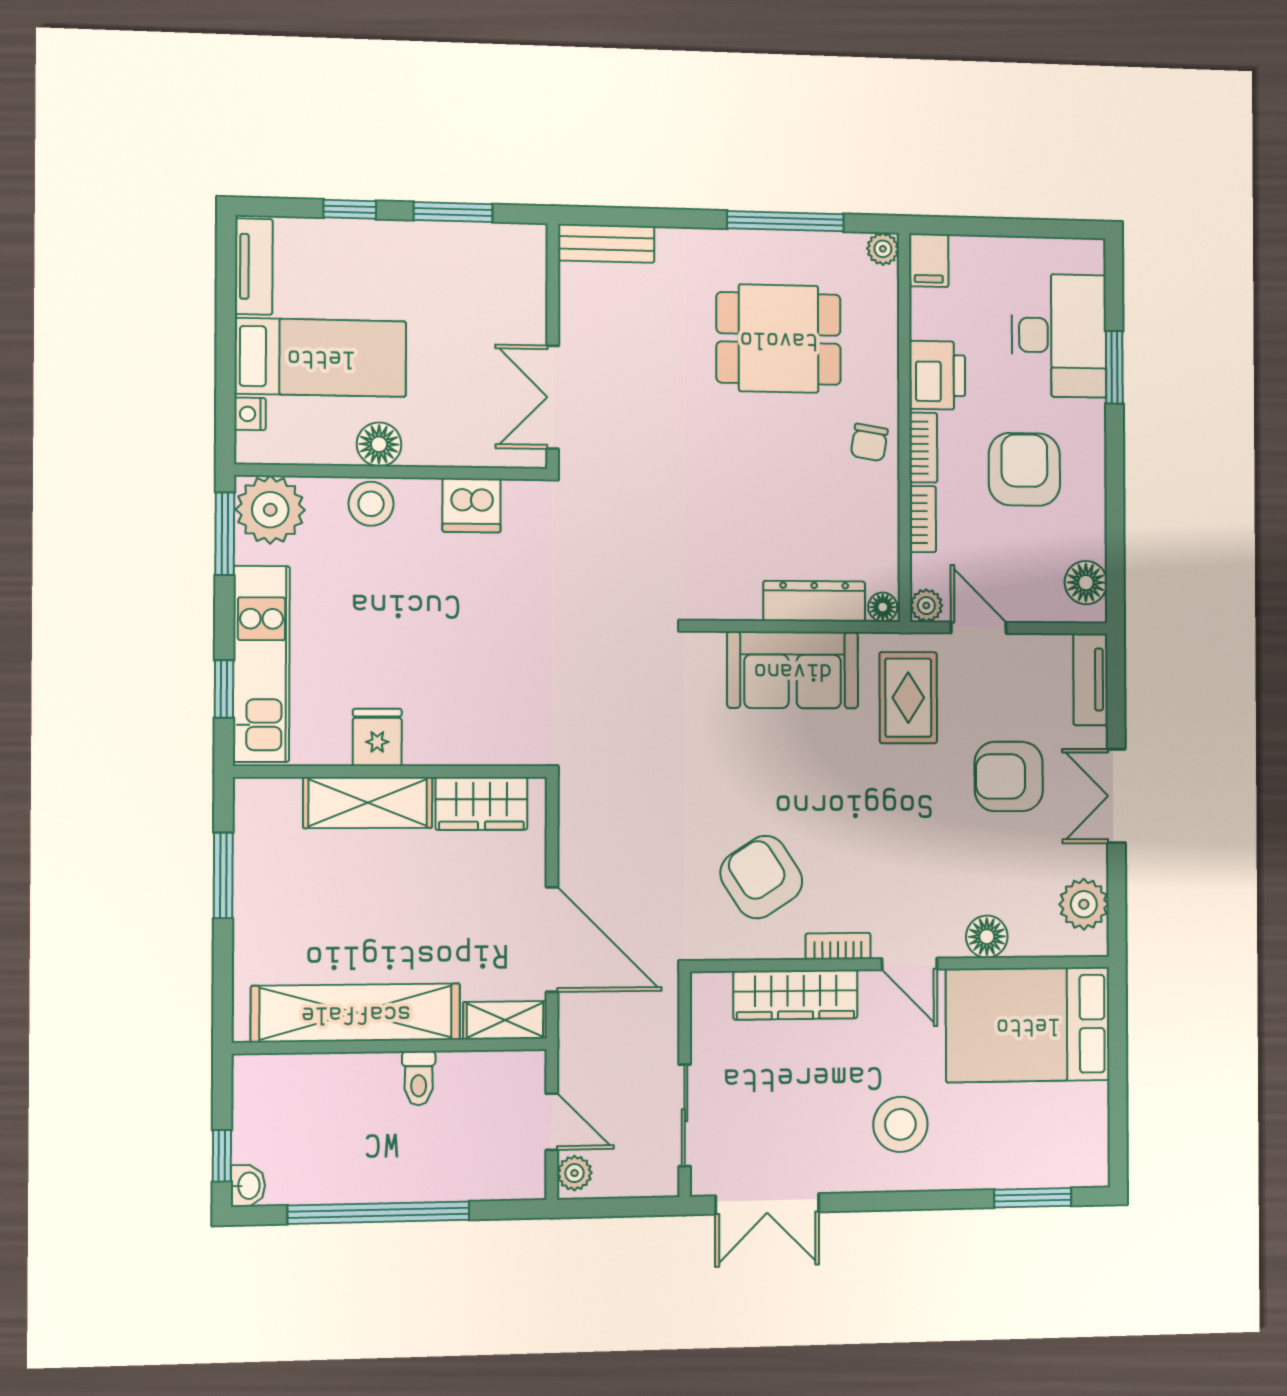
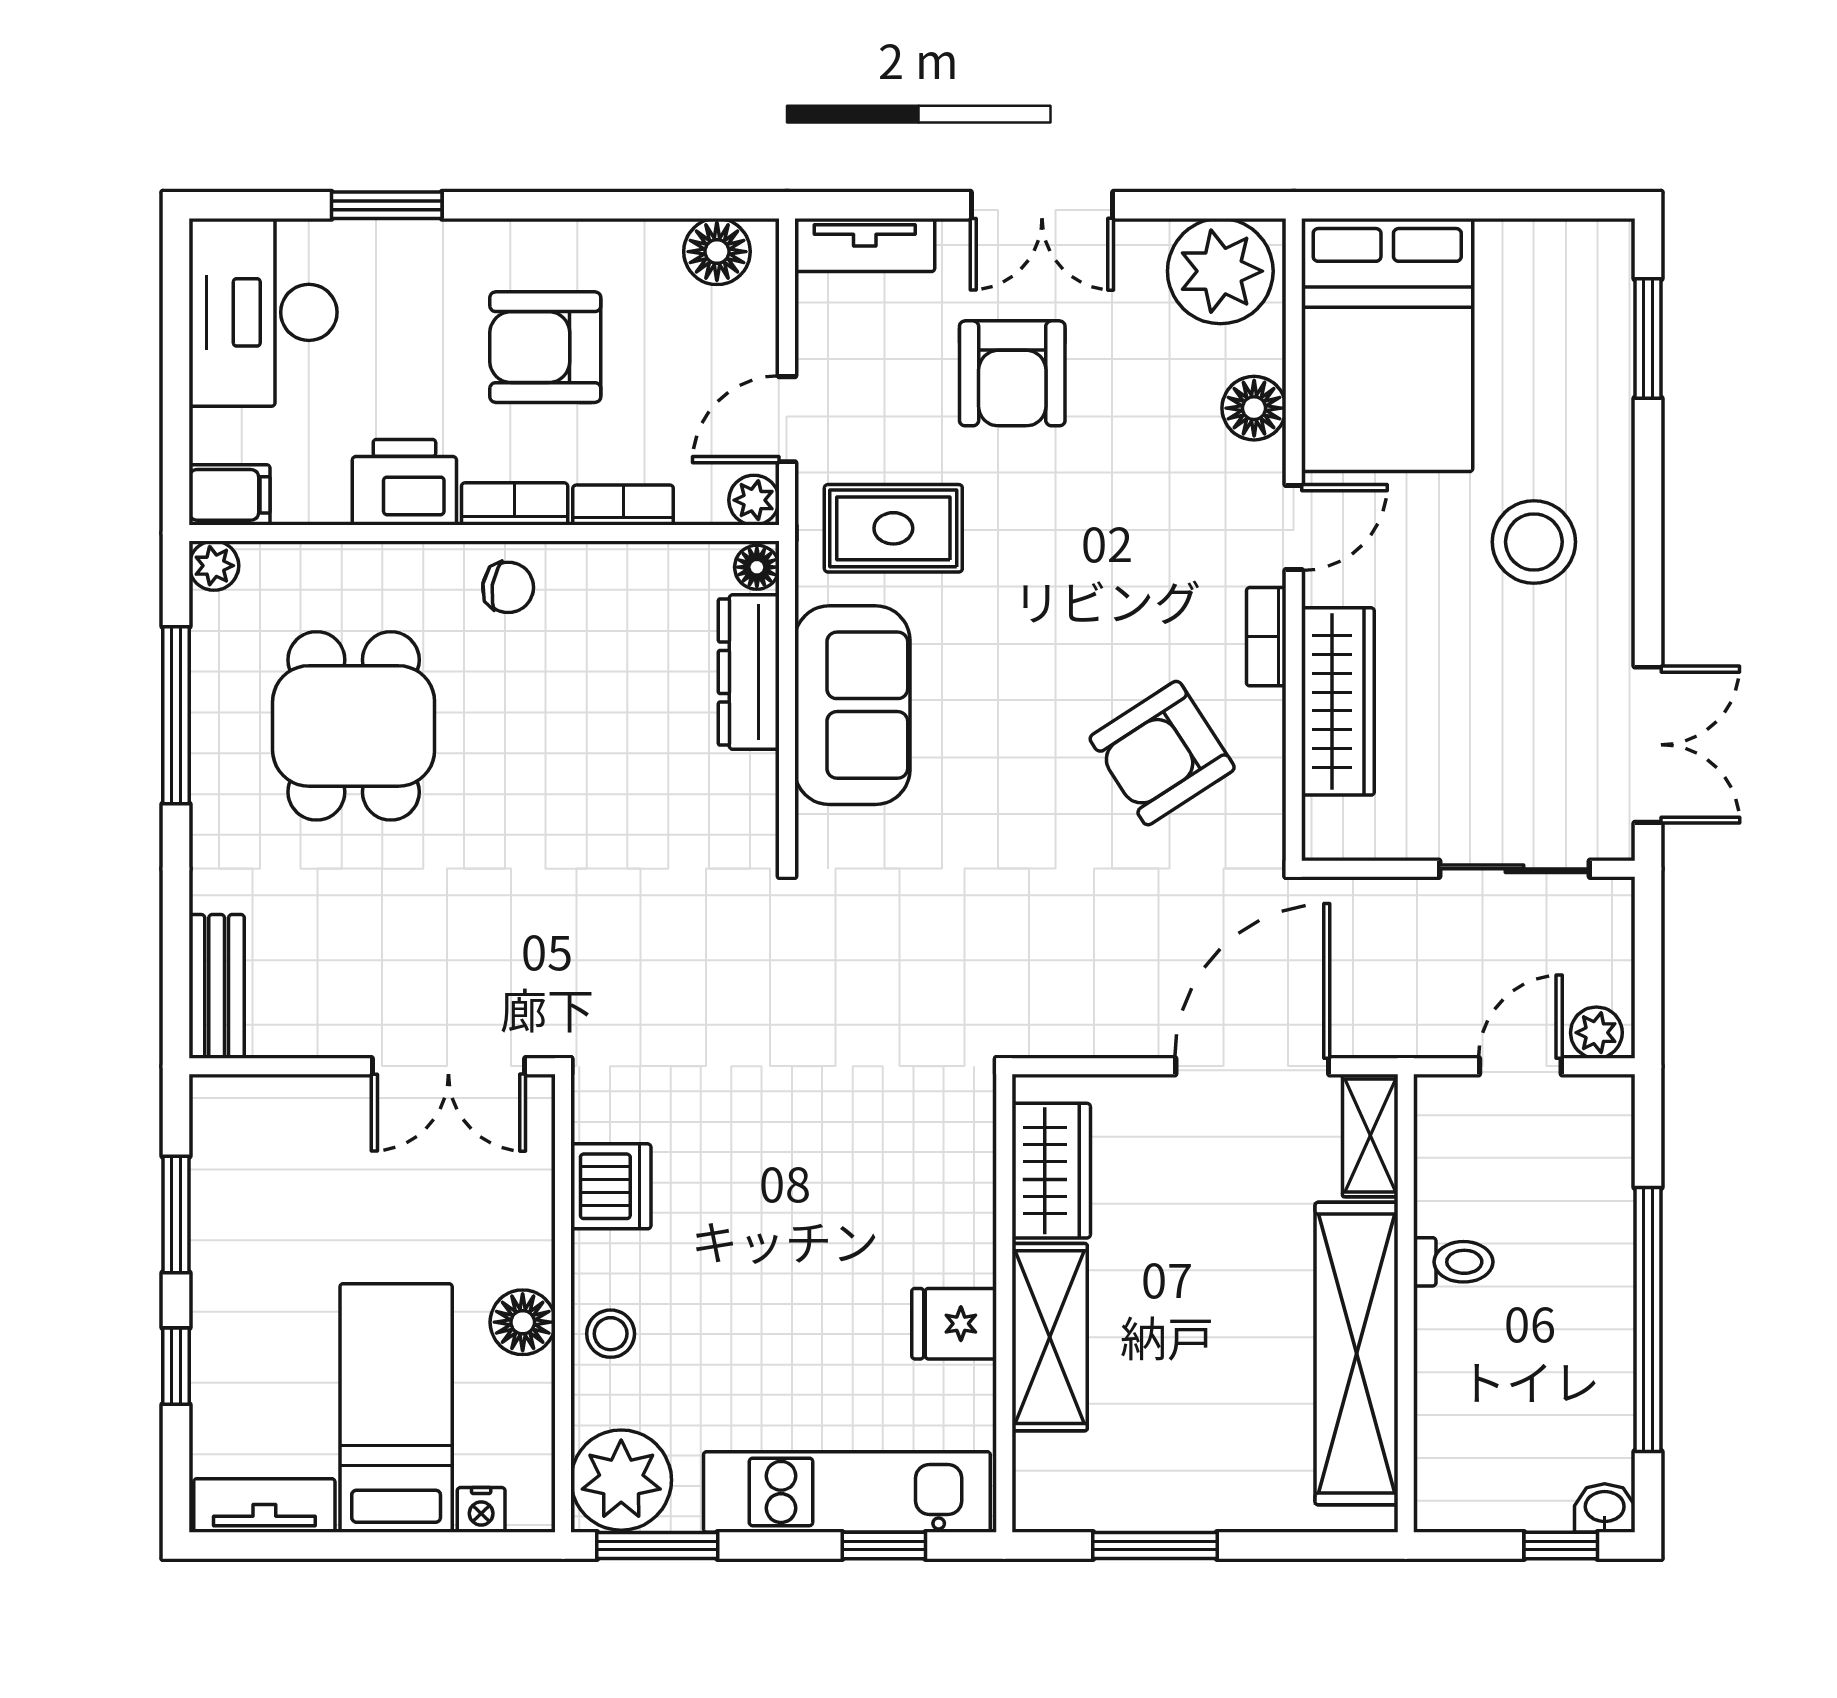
desk: (1059, 335) -> (263, 312), moved, turned -90
stool: (371, 504) -> (611, 1334), width x0.73, depth x0.73
plant: (1084, 904) -> (1220, 271), width x1.36, depth x1.36

